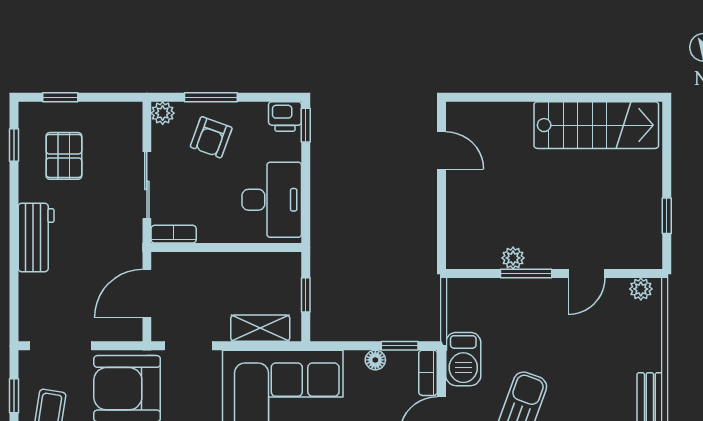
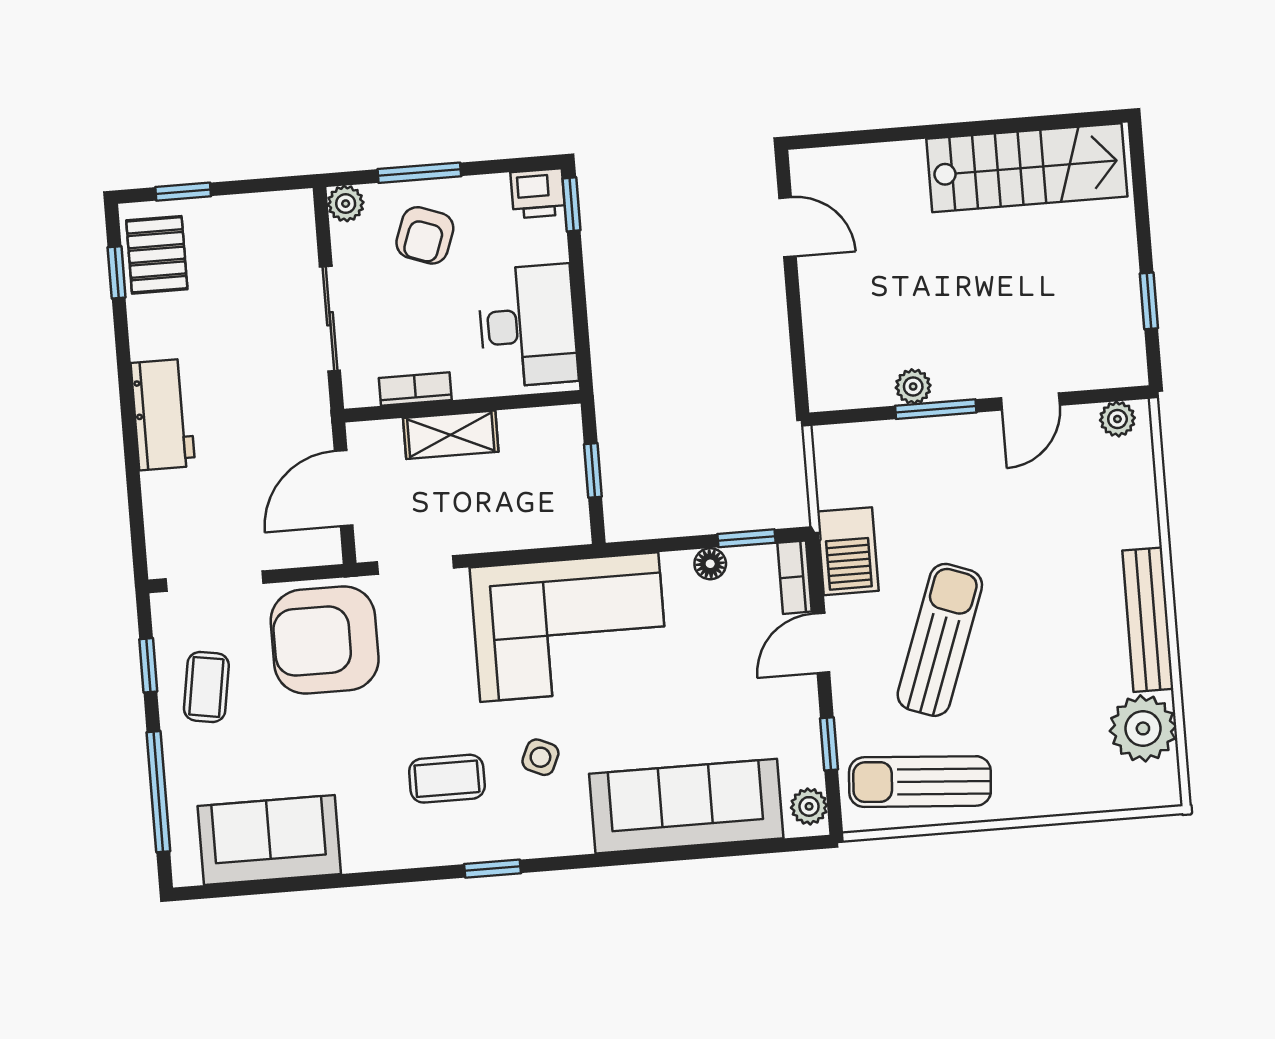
pallet: (64, 156) -> (157, 255), moved
bookcase: (174, 234) -> (415, 389), moved
shelving: (260, 328) -> (451, 435), moved

